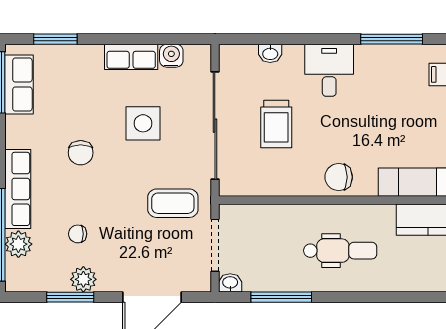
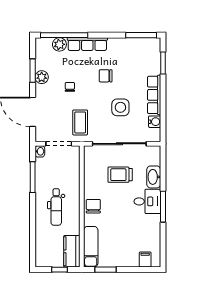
window: (392, 39) -> (163, 207), moved
washbasin: (270, 53) -> (154, 177), width x1.91, depth x1.45
row of seats: (131, 57) -> (154, 95), width x1.48
row of seats: (19, 85) -> (140, 45), removed
chair: (78, 234) -> (70, 87), moved

